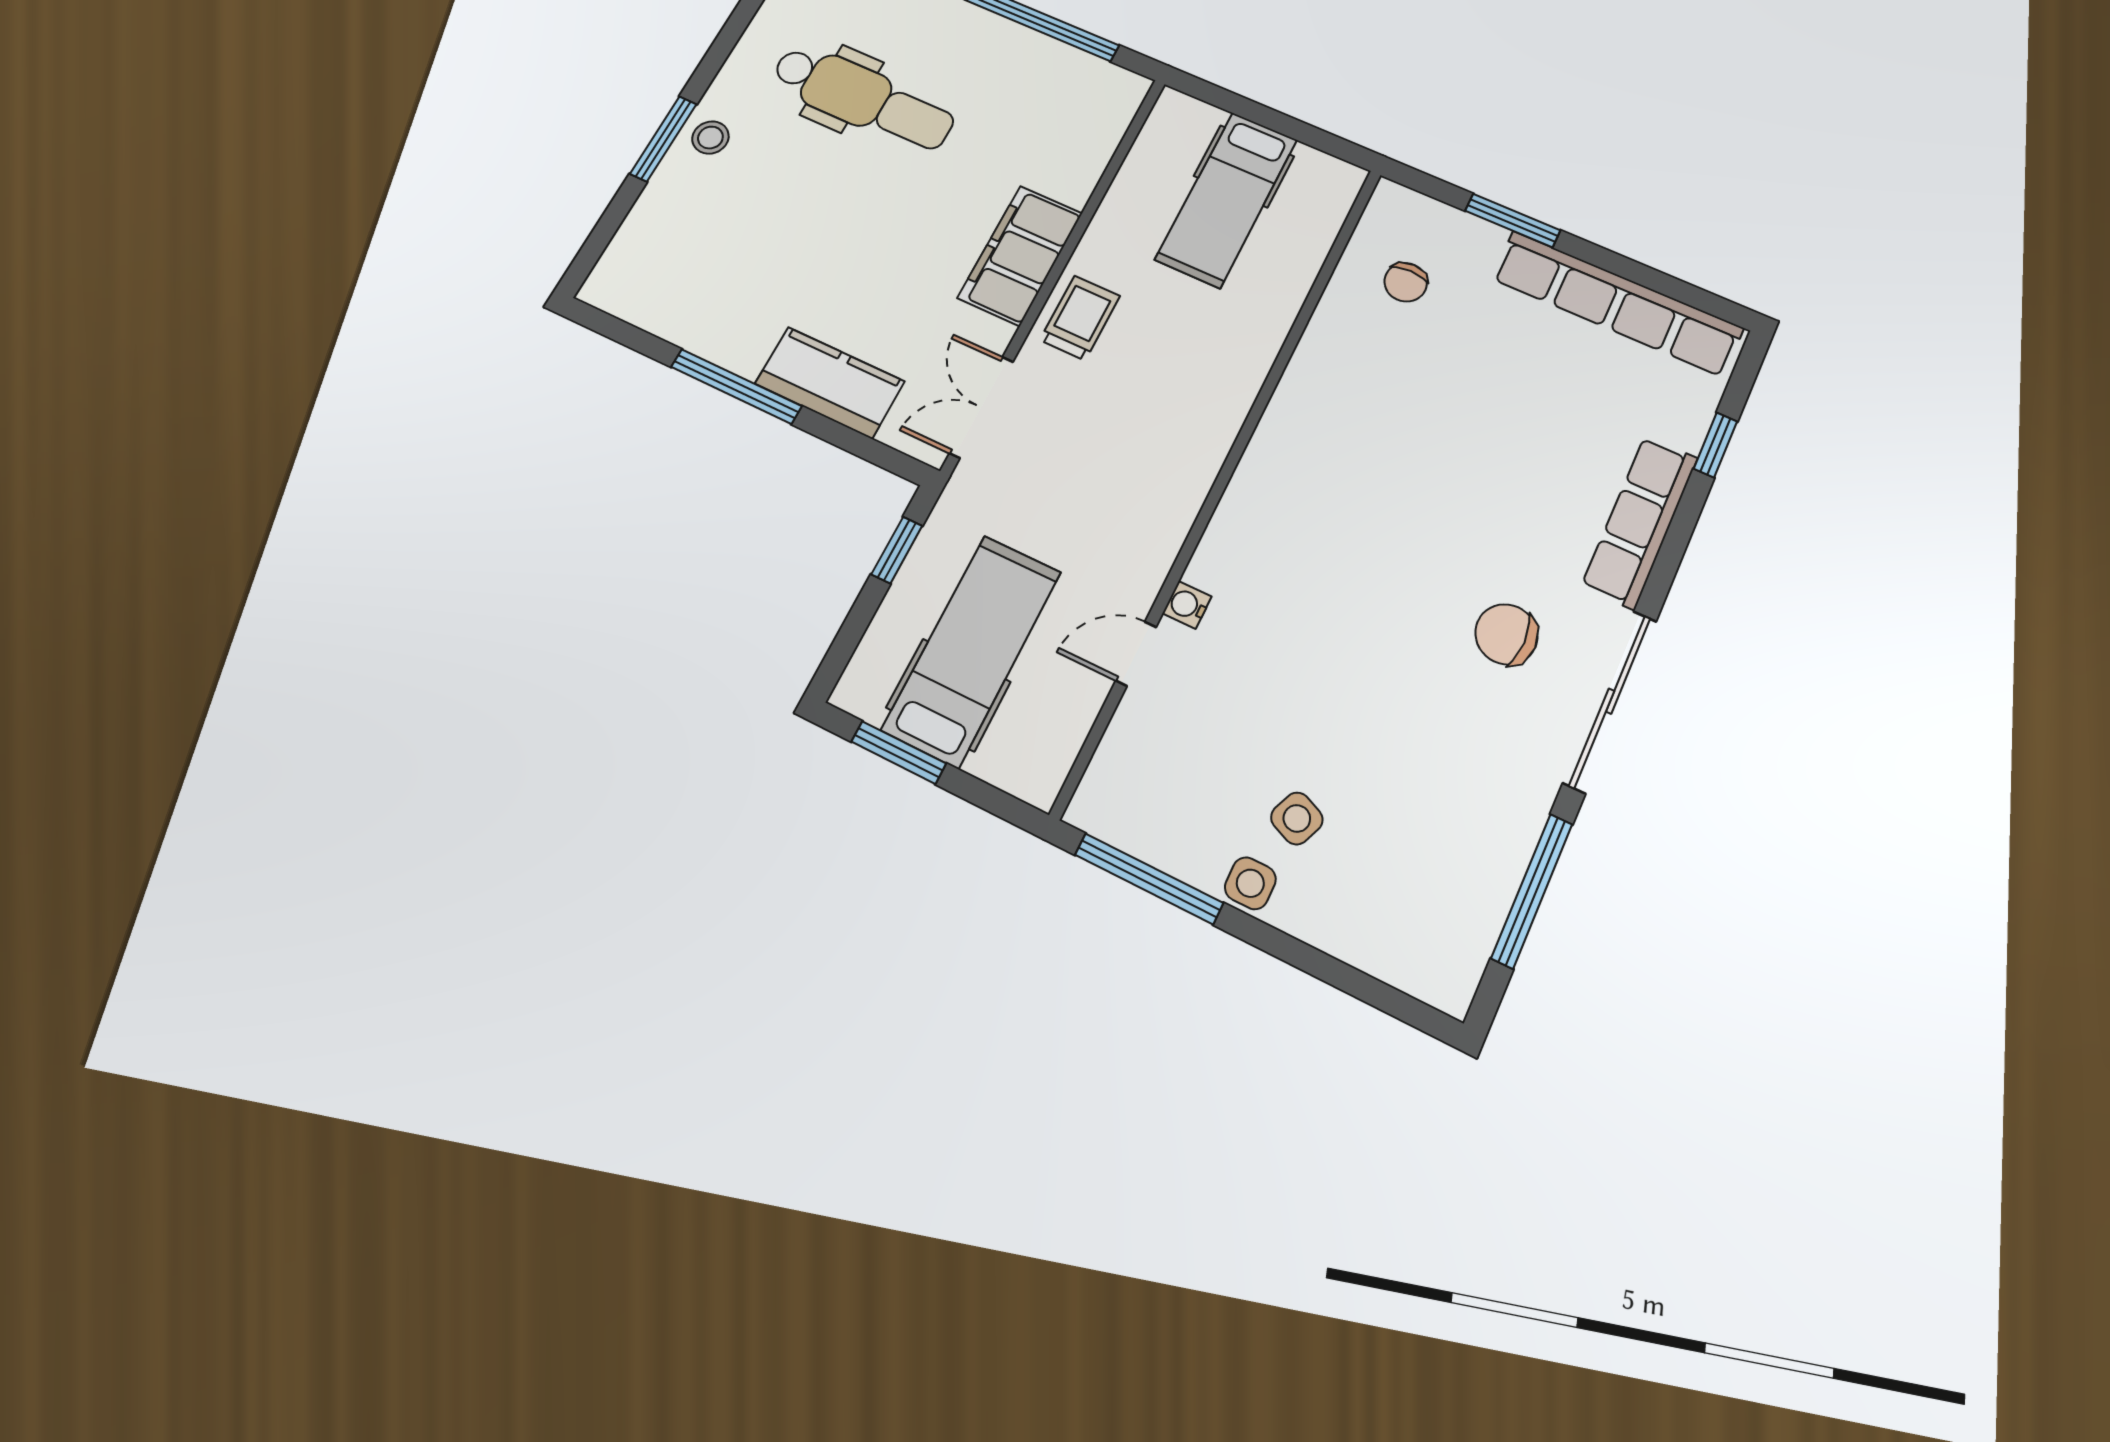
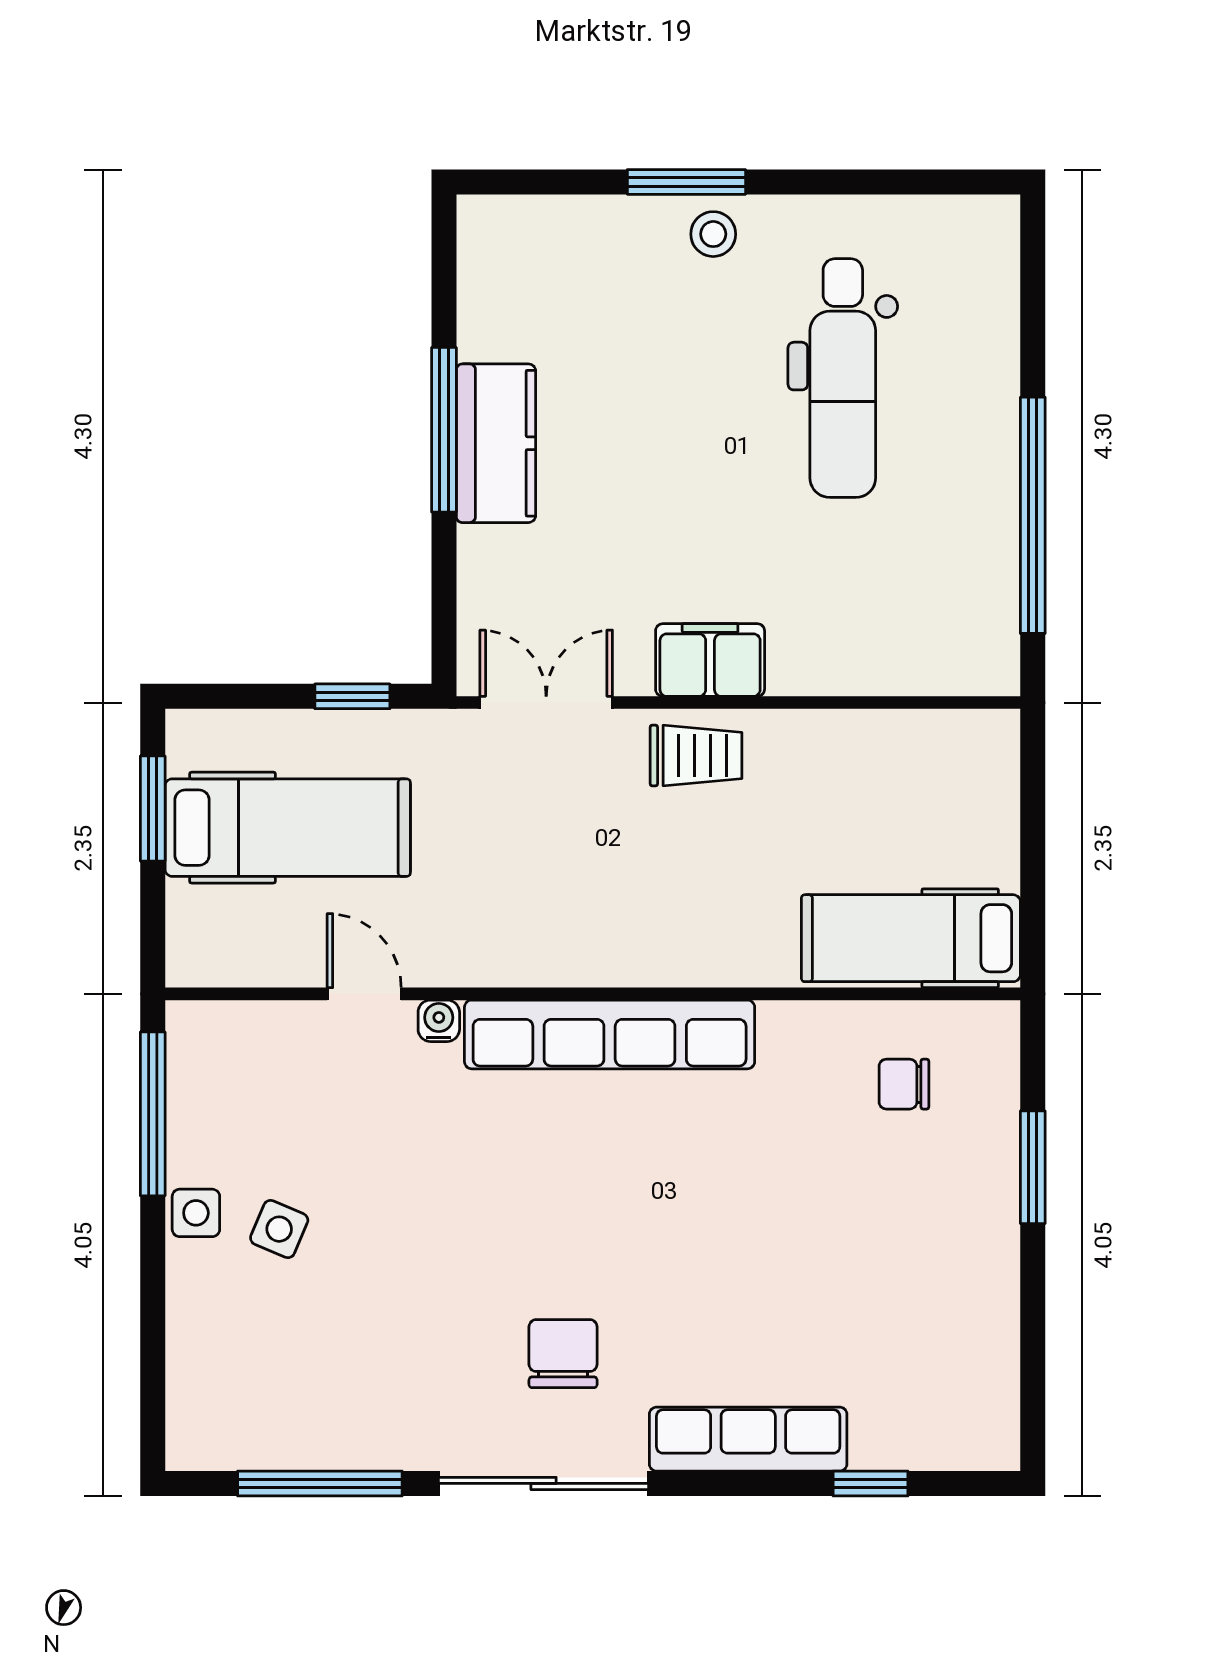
hospital bed: (1227, 199) -> (911, 938), moved
filing cabinet: (1020, 255) -> (710, 660), width x0.67, depth x0.86
row of seats: (1617, 303) -> (610, 1034), moved, turned -90
kitchen counter: (830, 383) -> (496, 443), moved

